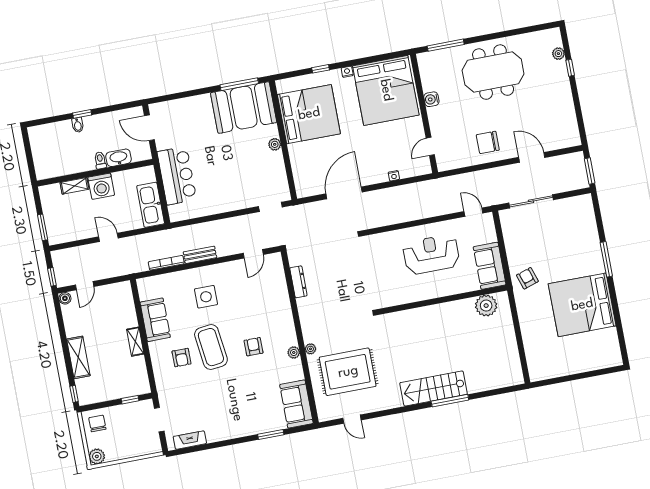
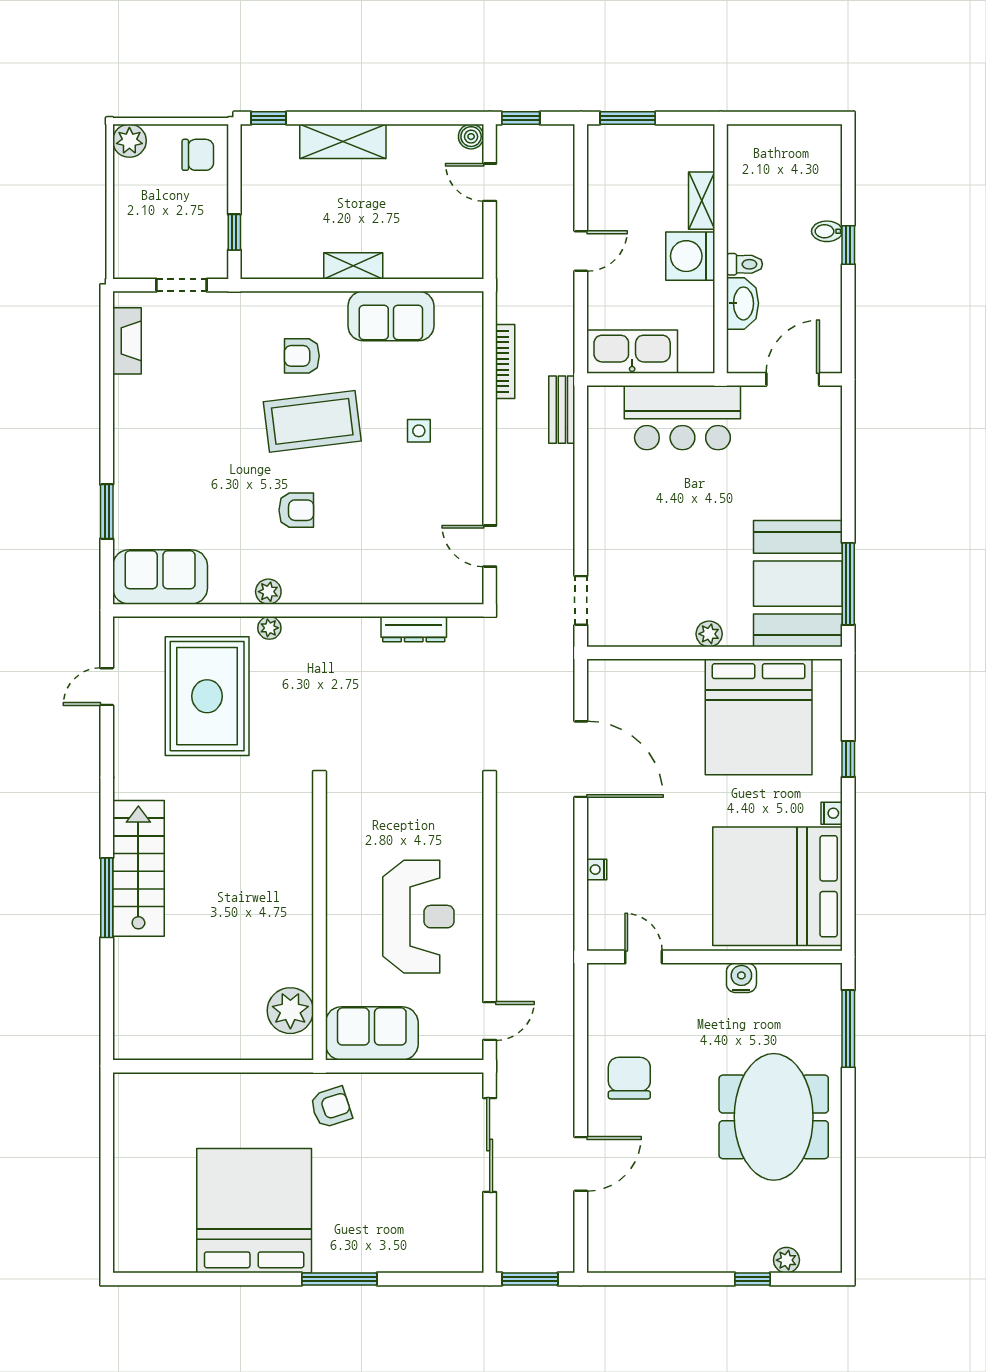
bench: (200, 255) -> (562, 410), moved
side table: (206, 297) -> (419, 431), width x0.54, depth x0.54

